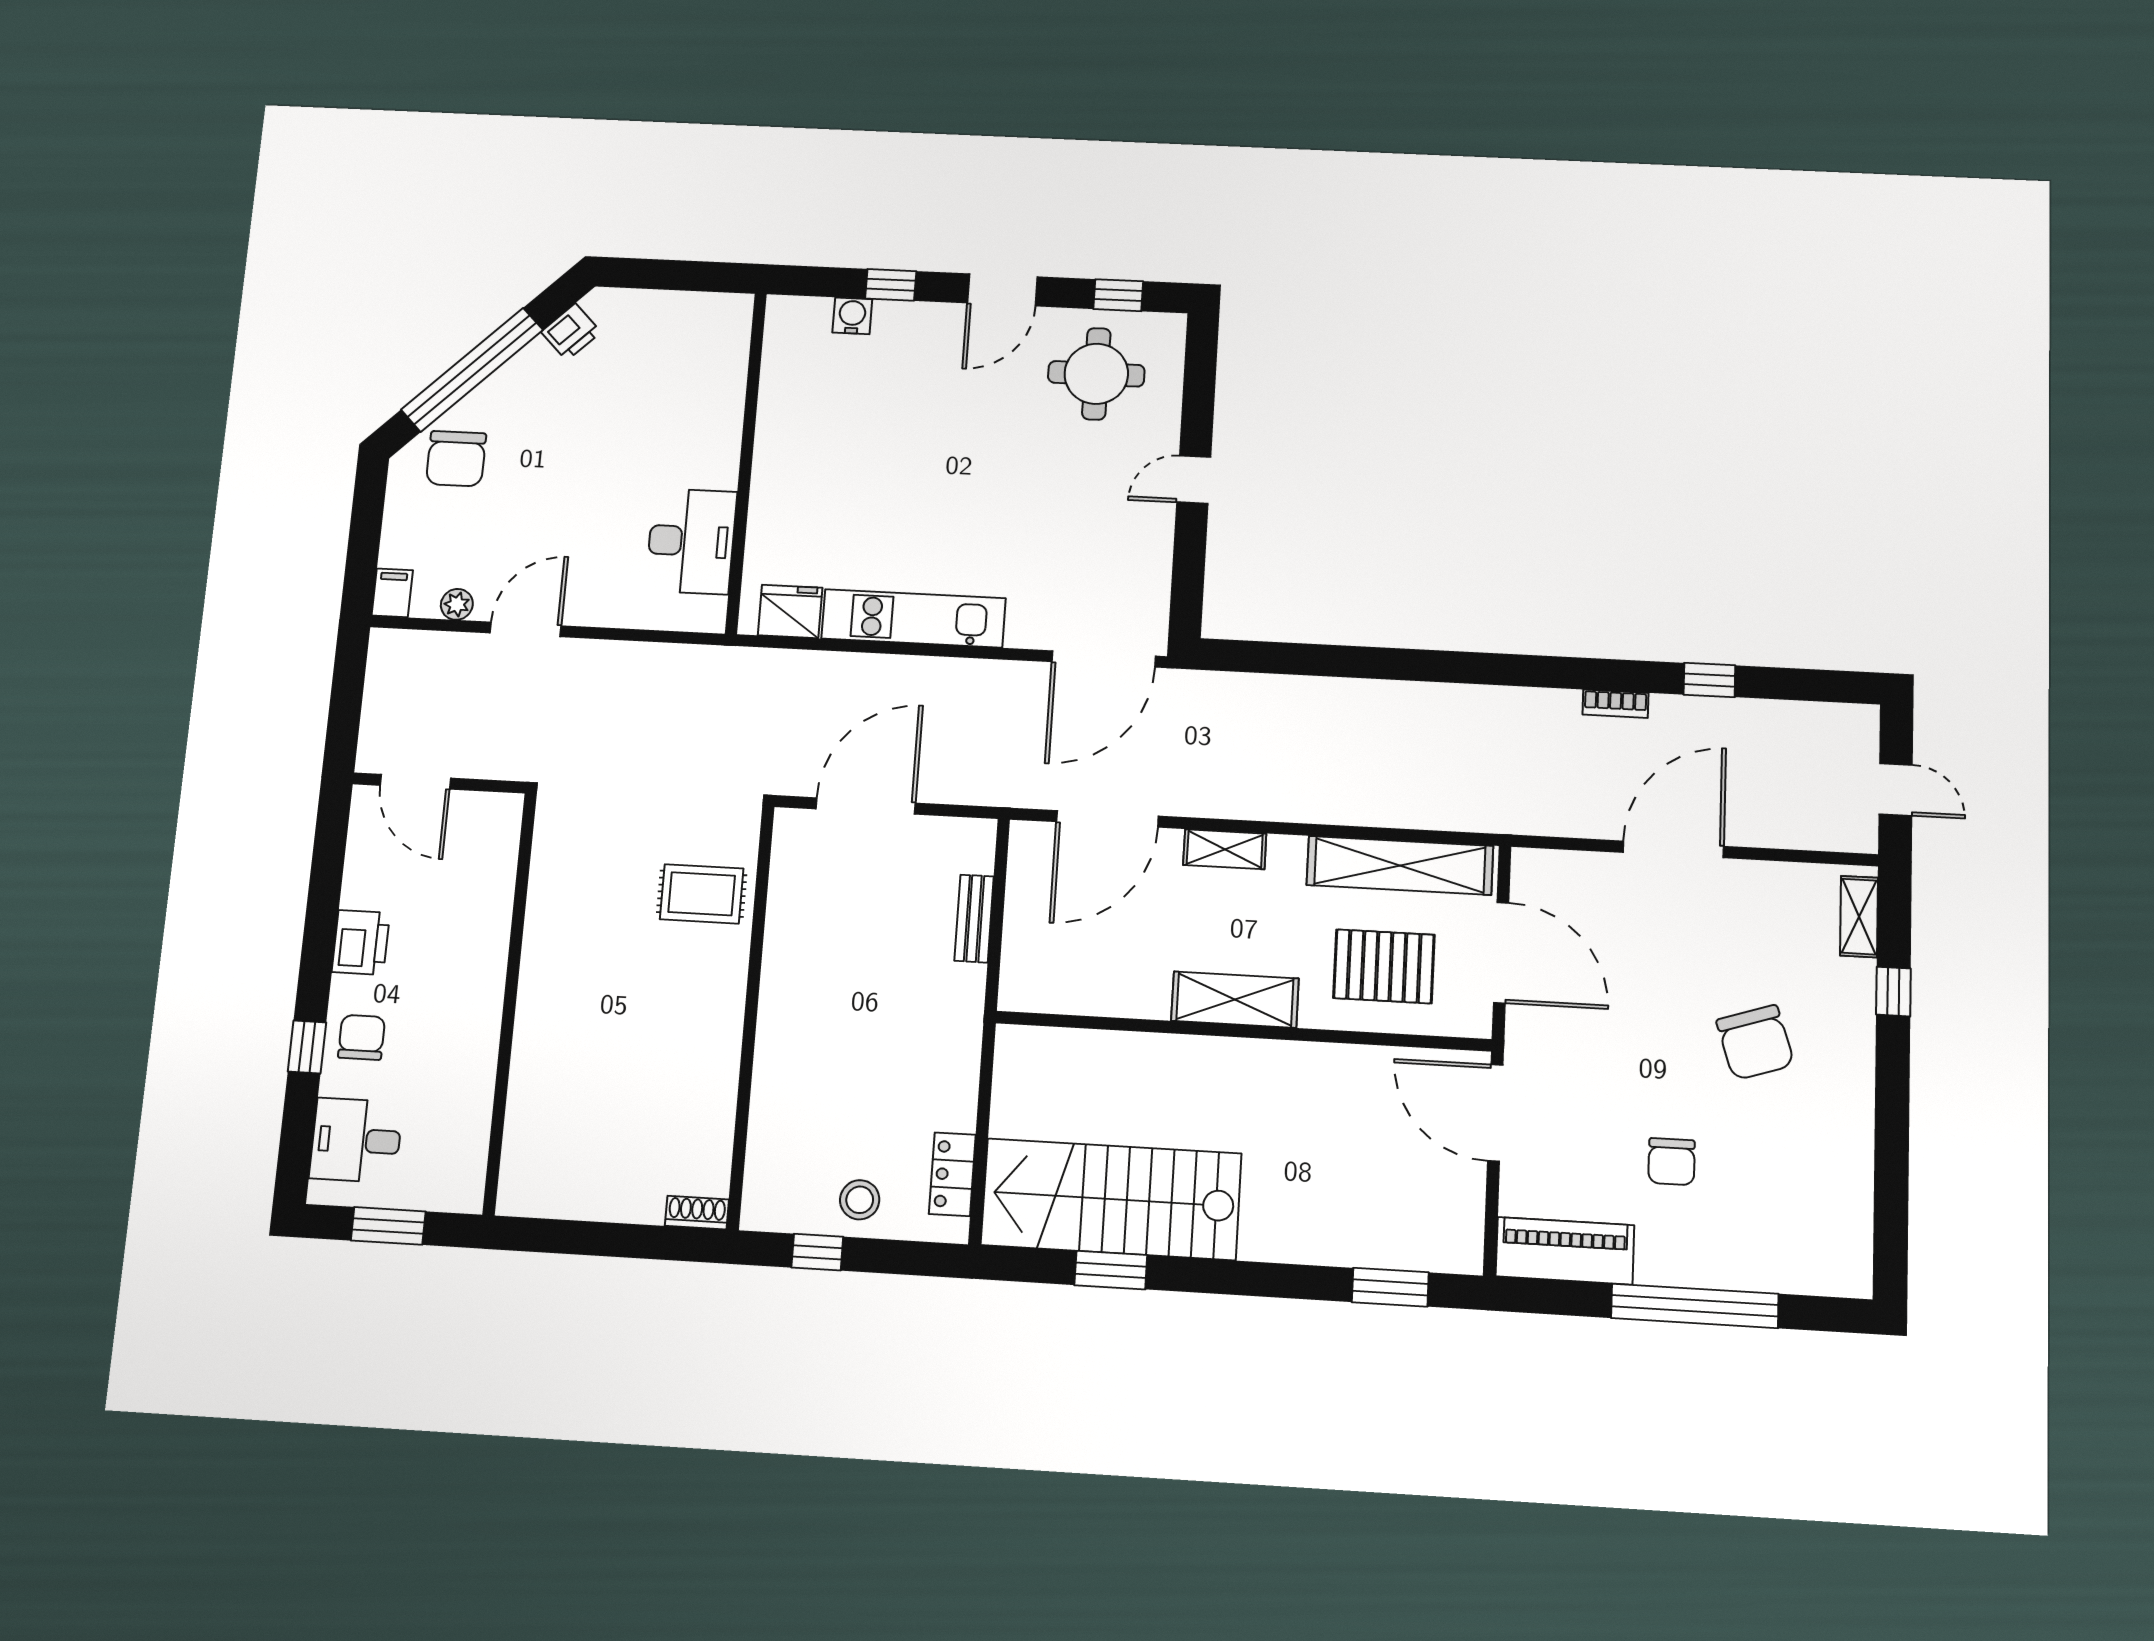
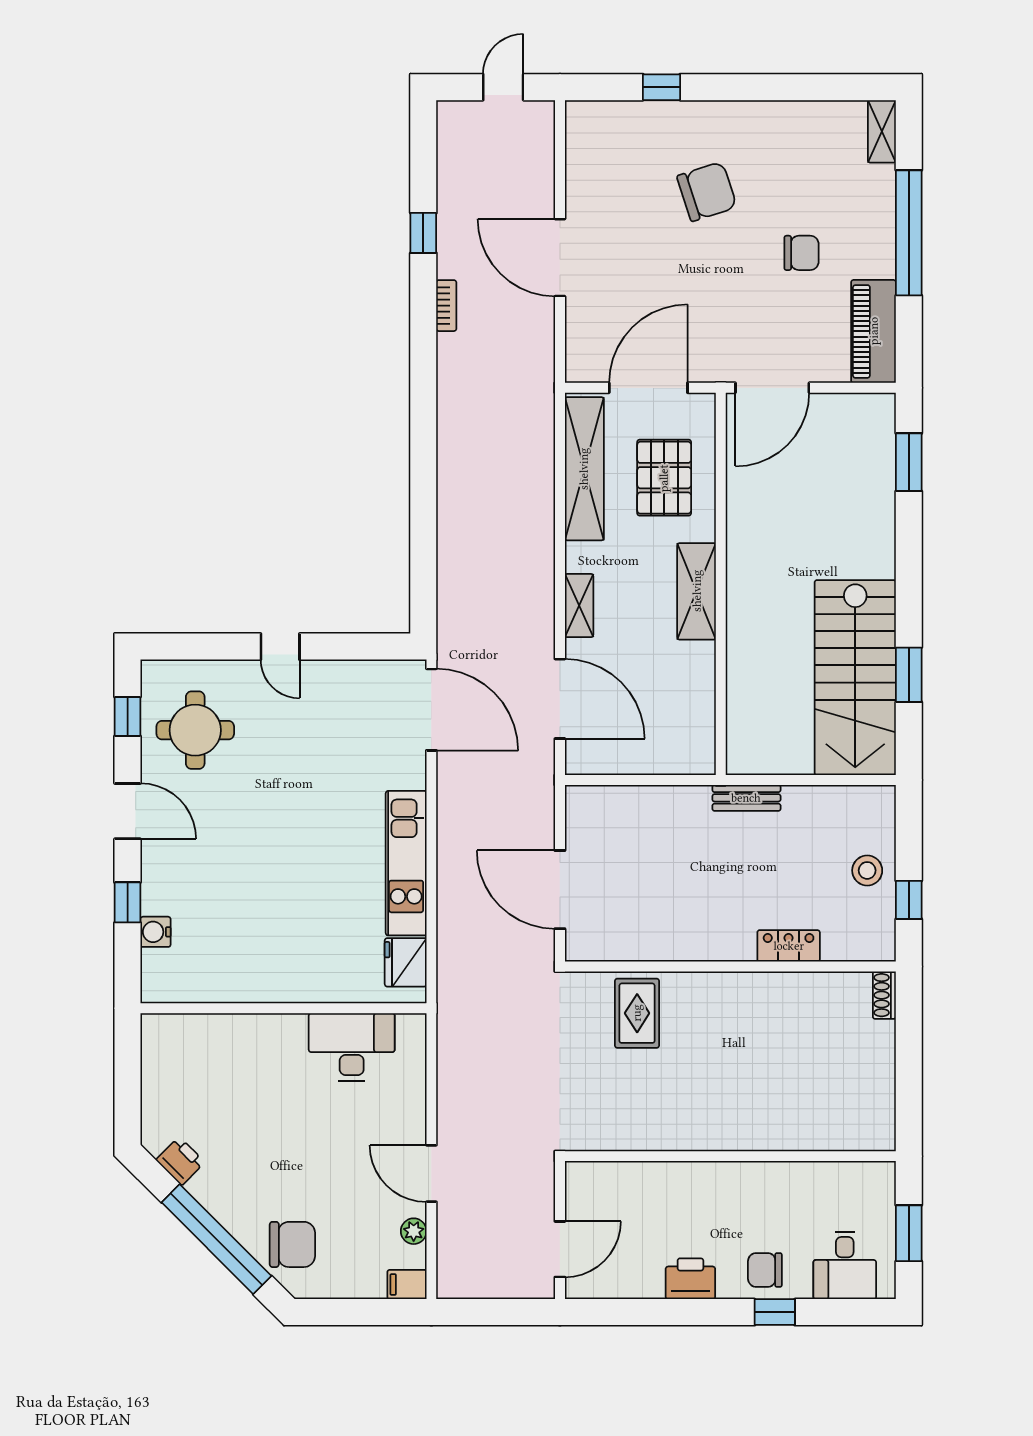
shelving: (1859, 917) -> (882, 131), moved, turned 90
bench: (974, 919) -> (746, 798), moved
locker: (952, 1174) -> (789, 946), moved, turned 180

